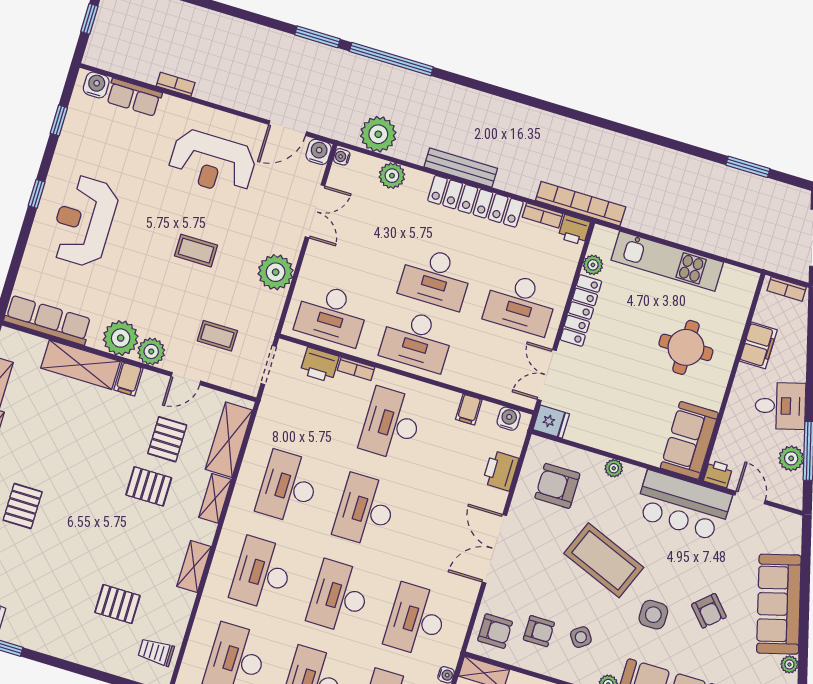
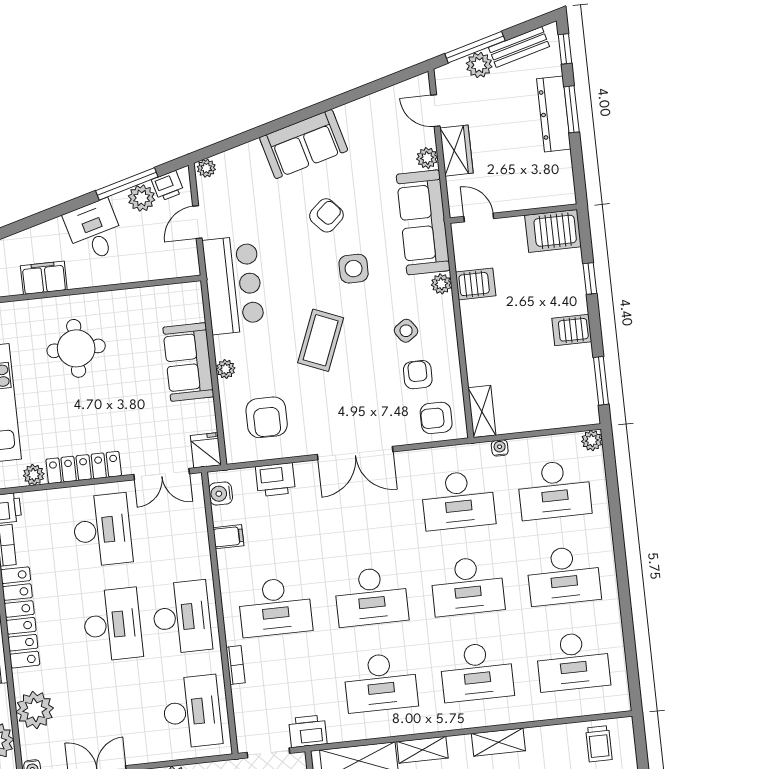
plant: (392, 176) -> (35, 710), width x1.36, depth x1.36
printer: (320, 365) -> (308, 731), moved, turned -90
sofa: (689, 440) -> (188, 362), moved, turned 90
printer: (718, 474) -> (168, 186), moved, turned -105
coffee table: (604, 560) -> (321, 340), width x0.73, depth x0.76
sofa: (779, 604) -> (304, 144), width x0.73
armchair: (495, 631) -> (436, 418), turned -90
plant: (789, 664) -> (206, 168), moved

